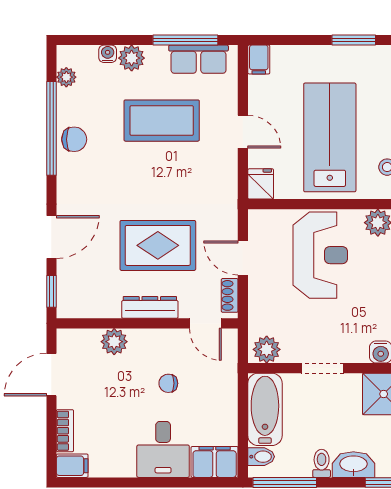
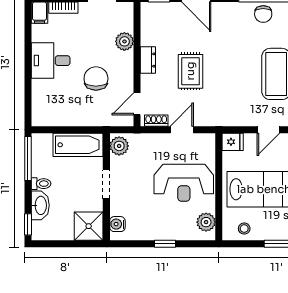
rug: (158, 245) -> (190, 71), width x0.73, depth x0.70
dresser: (150, 307) -> (148, 60), width x0.70
chair: (168, 383) -> (96, 79), width x1.87, depth x1.87
desk: (163, 449) -> (51, 61), moved
bidet: (261, 457) -> (46, 142), removed
filing cabinet: (215, 462) -> (42, 110), removed

